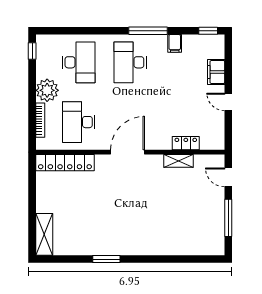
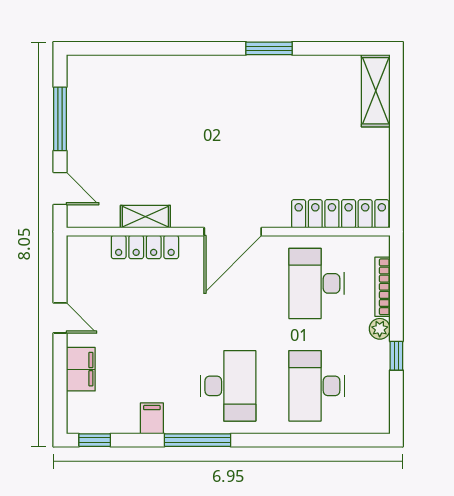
window: (32, 51) -> (396, 356), moved
plant: (47, 90) -> (380, 329), width x0.53, depth x0.53
desk: (79, 122) -> (317, 283), turned 180
locker: (186, 143) -> (145, 247), width x1.53

